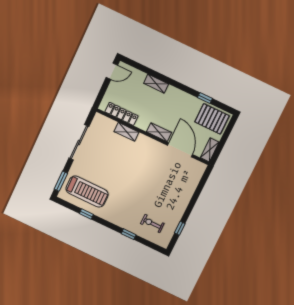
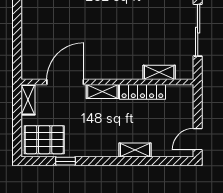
locker: (121, 114) -> (142, 92), moved
shelving: (126, 132) -> (159, 72), moved
door: (180, 150) -> (65, 82), swing flipped

